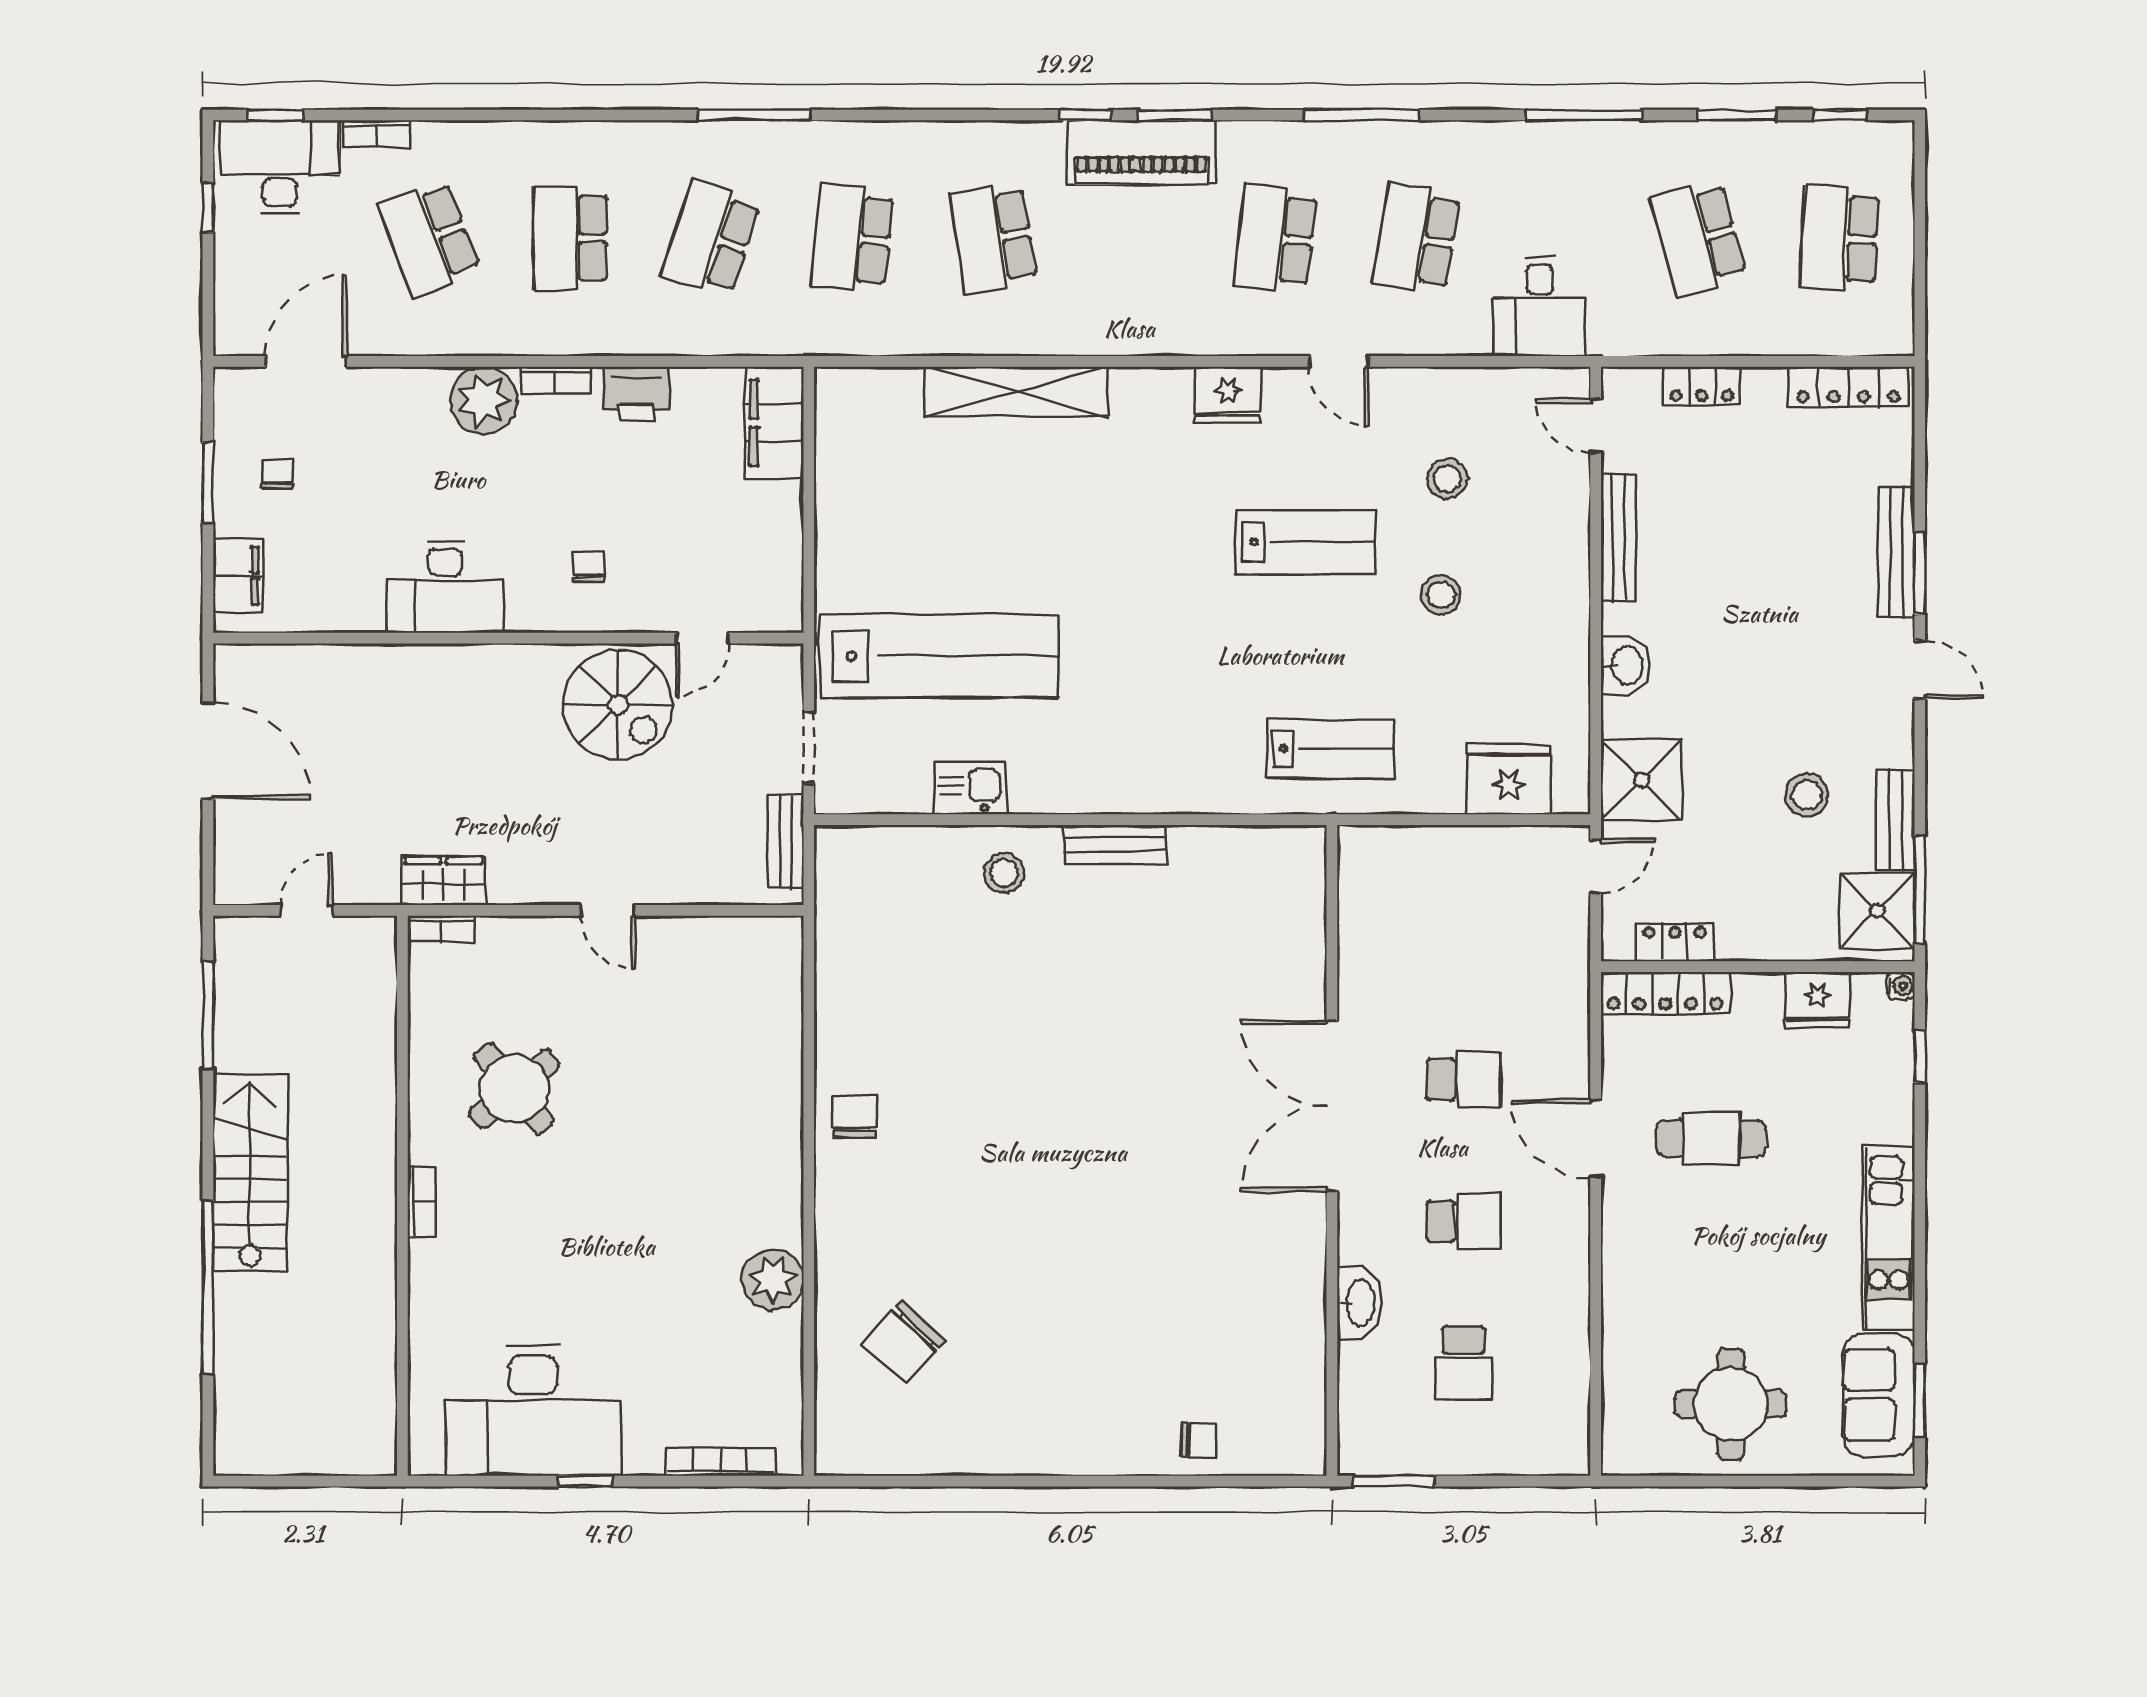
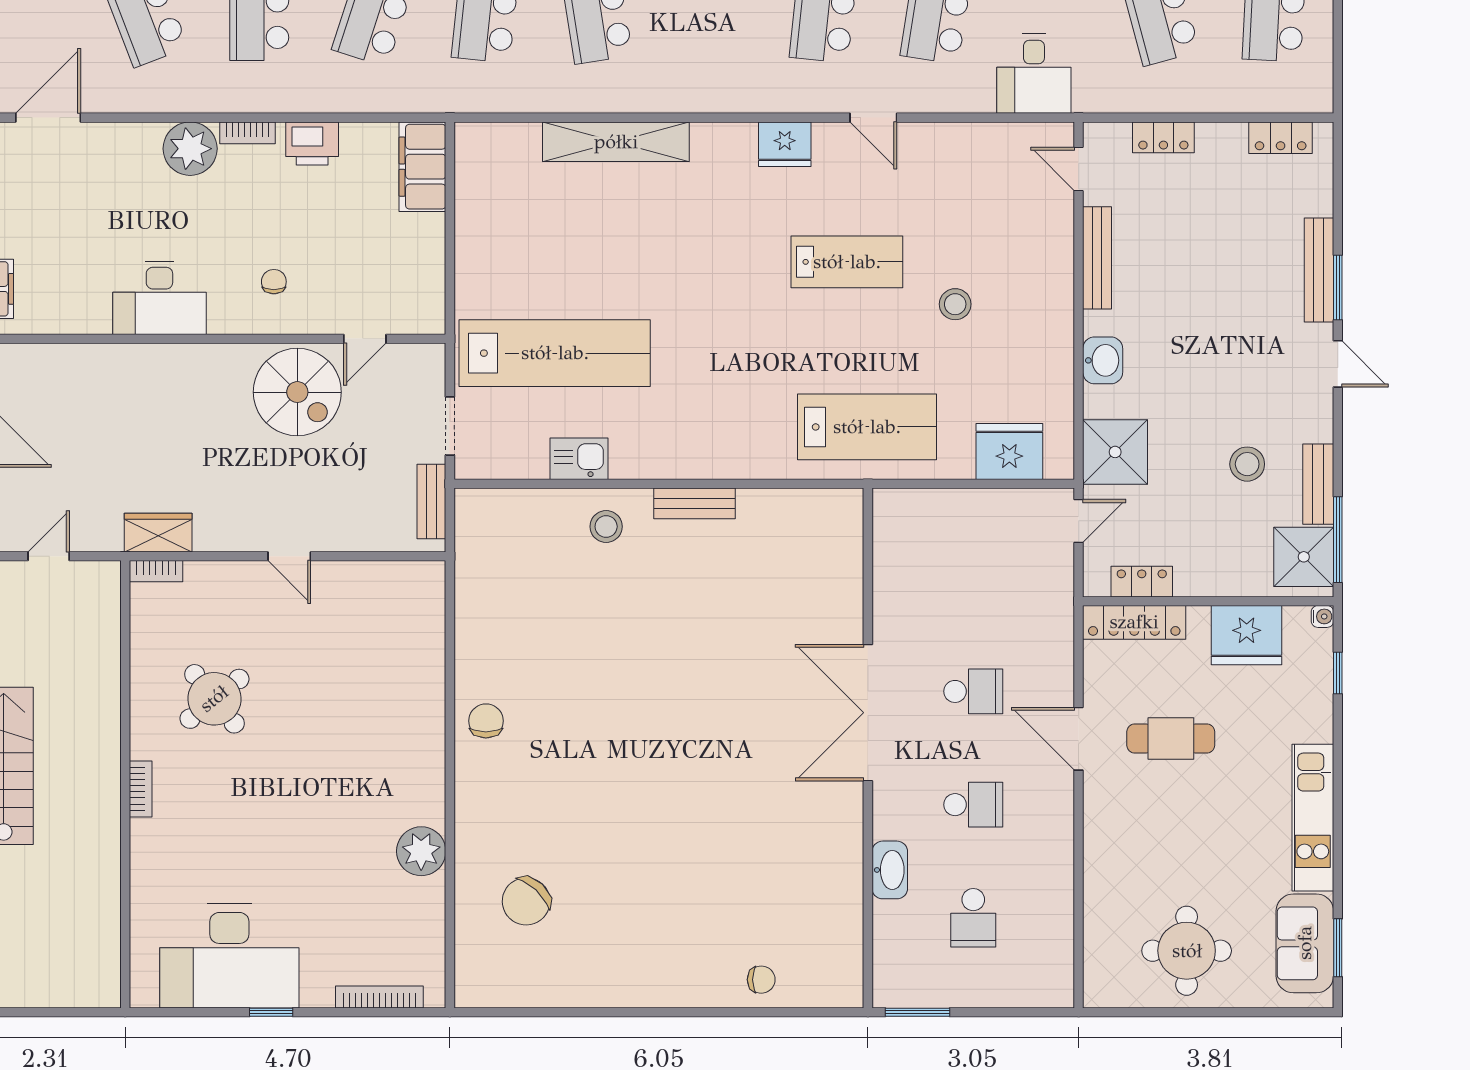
locker: (1848, 387) -> (1281, 138), width x0.66
chair: (277, 474) -> (25, 208), removed
stool: (1447, 479) -> (960, 211), removed
lab bench: (1331, 749) -> (867, 427), width x1.36, depth x1.39
fridge: (1817, 1000) -> (1247, 635), width x1.36, depth x1.34

